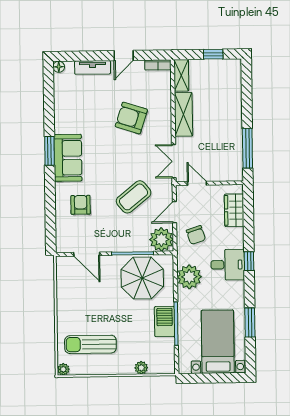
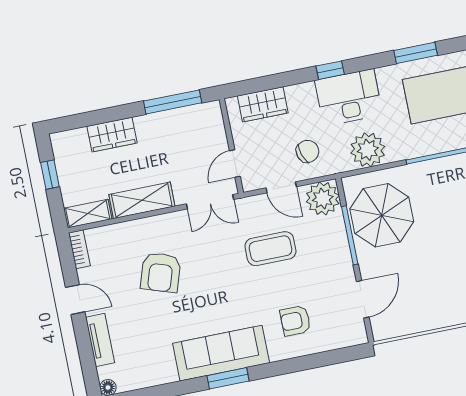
wardrobe: (233, 102) -> (112, 135), added
sofa: (68, 158) -> (221, 353), width x1.36
coffee table: (134, 197) -> (270, 249), turned -51
desk: (228, 265) -> (349, 97), width x1.37
barbecue: (165, 322) -> (437, 173), removed

